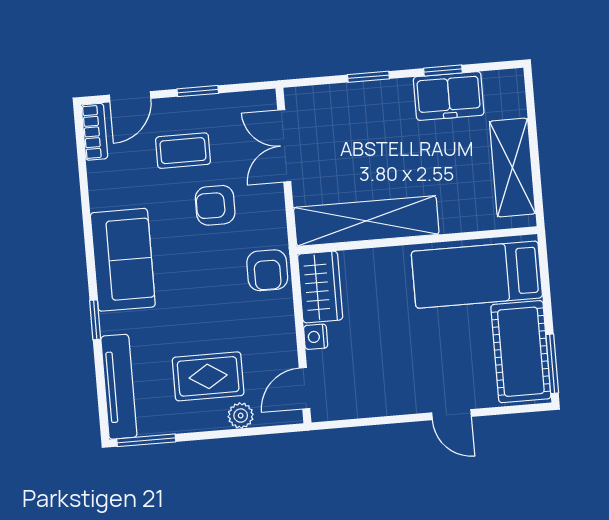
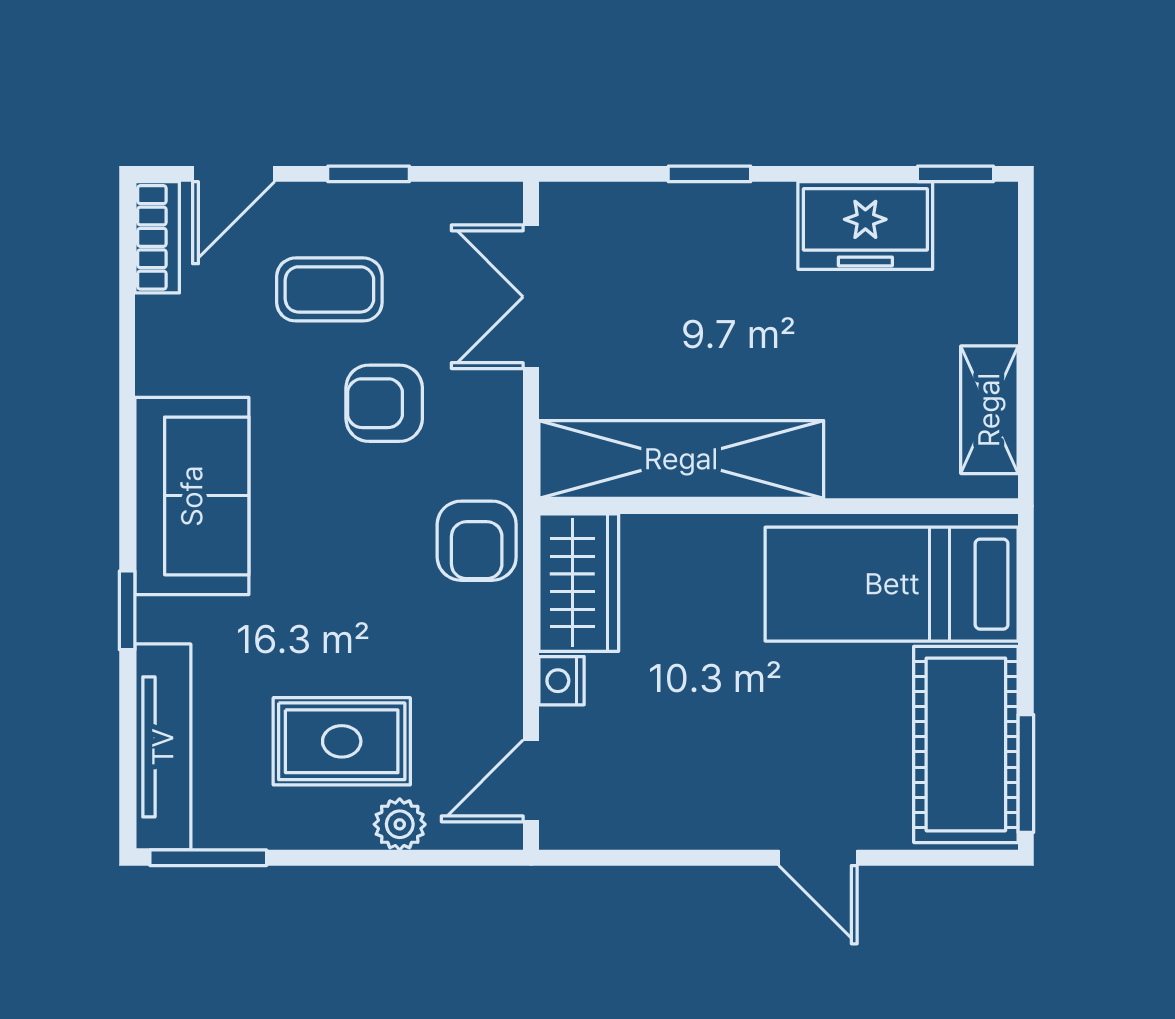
window: (443, 70) -> (955, 174), moved
shelving: (512, 168) -> (989, 410), width x0.67, depth x0.75

